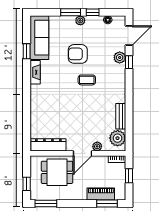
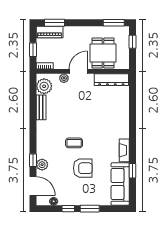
plant: (80, 20) -> (80, 201), removed
door: (129, 36) -> (33, 186), swing flipped
dining table: (57, 172) -> (103, 53), turned 90
piano: (101, 194) -> (50, 32), moved

